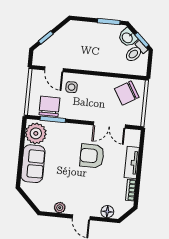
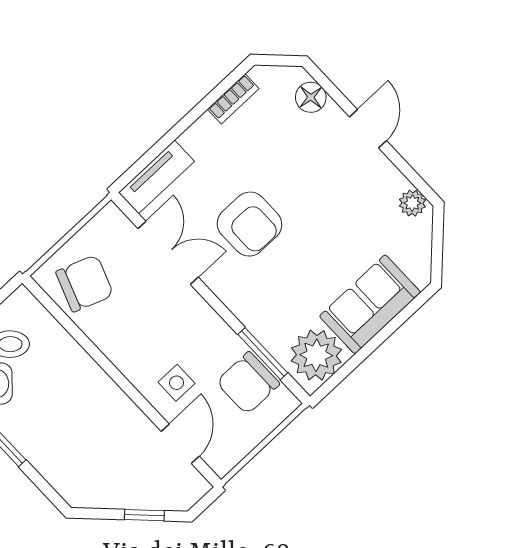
chair: (127, 93) -> (85, 283), turned -39
tv unit: (132, 163) -> (156, 177), moved
plant: (60, 208) -> (412, 203), moved

